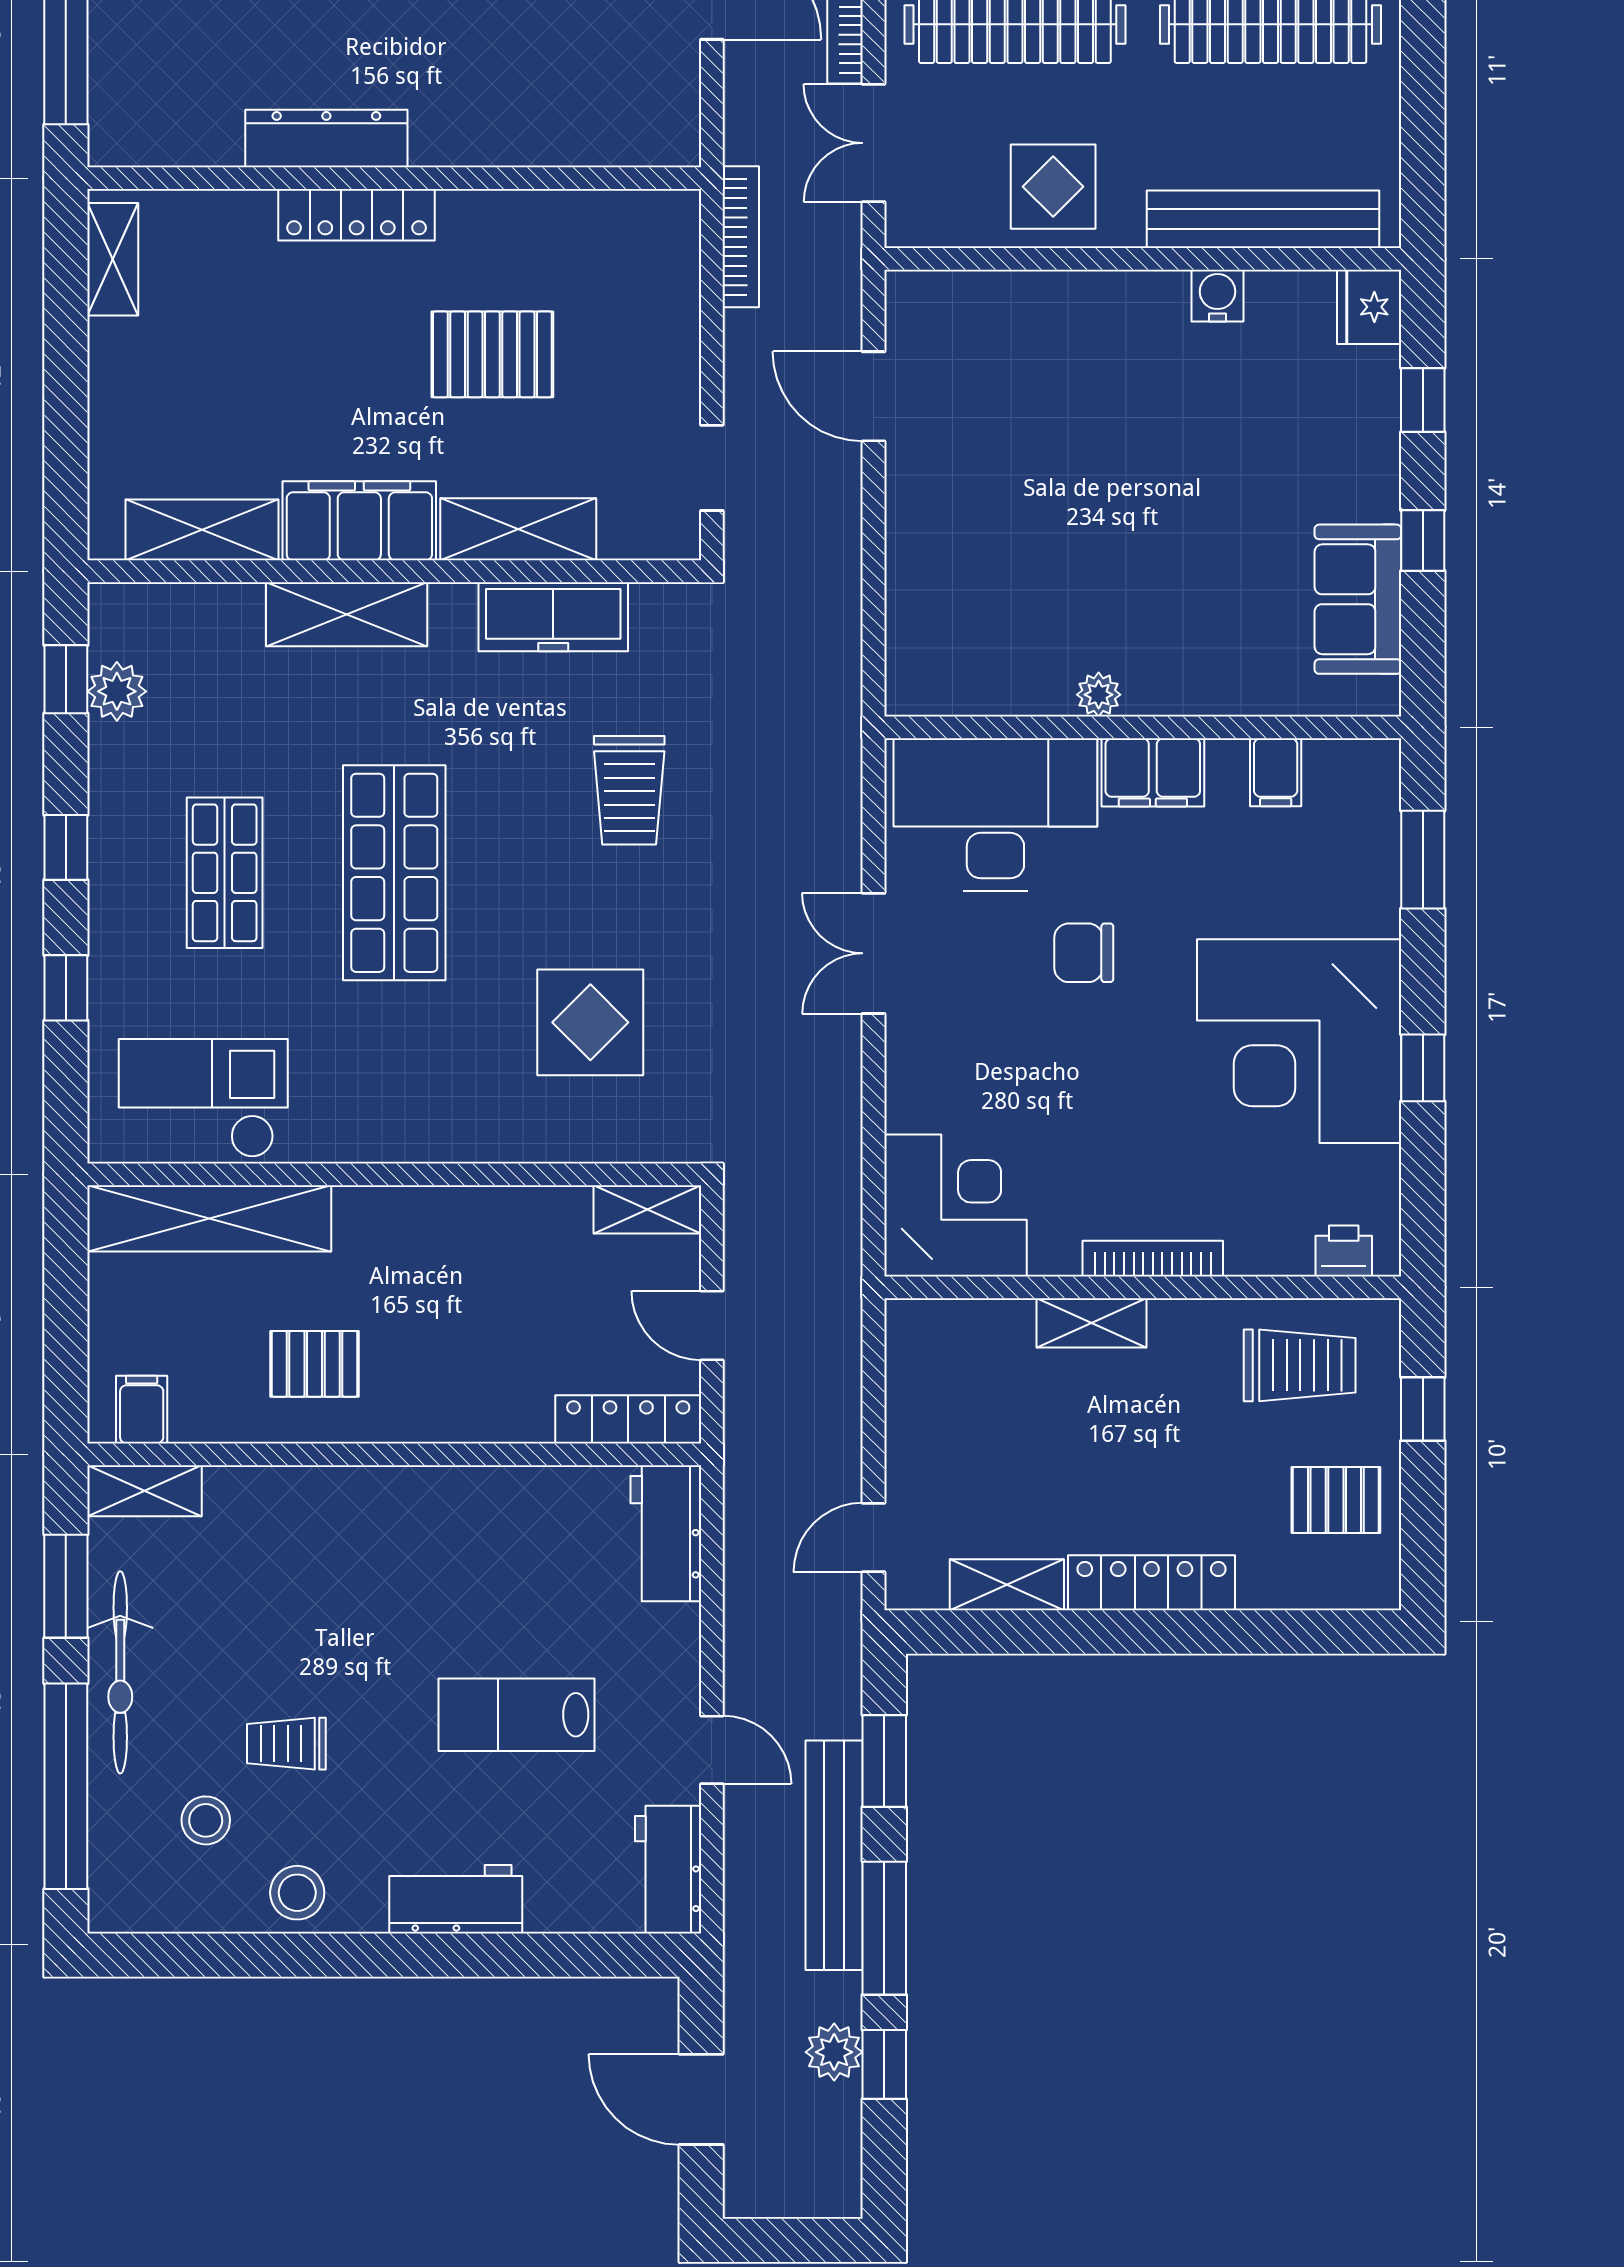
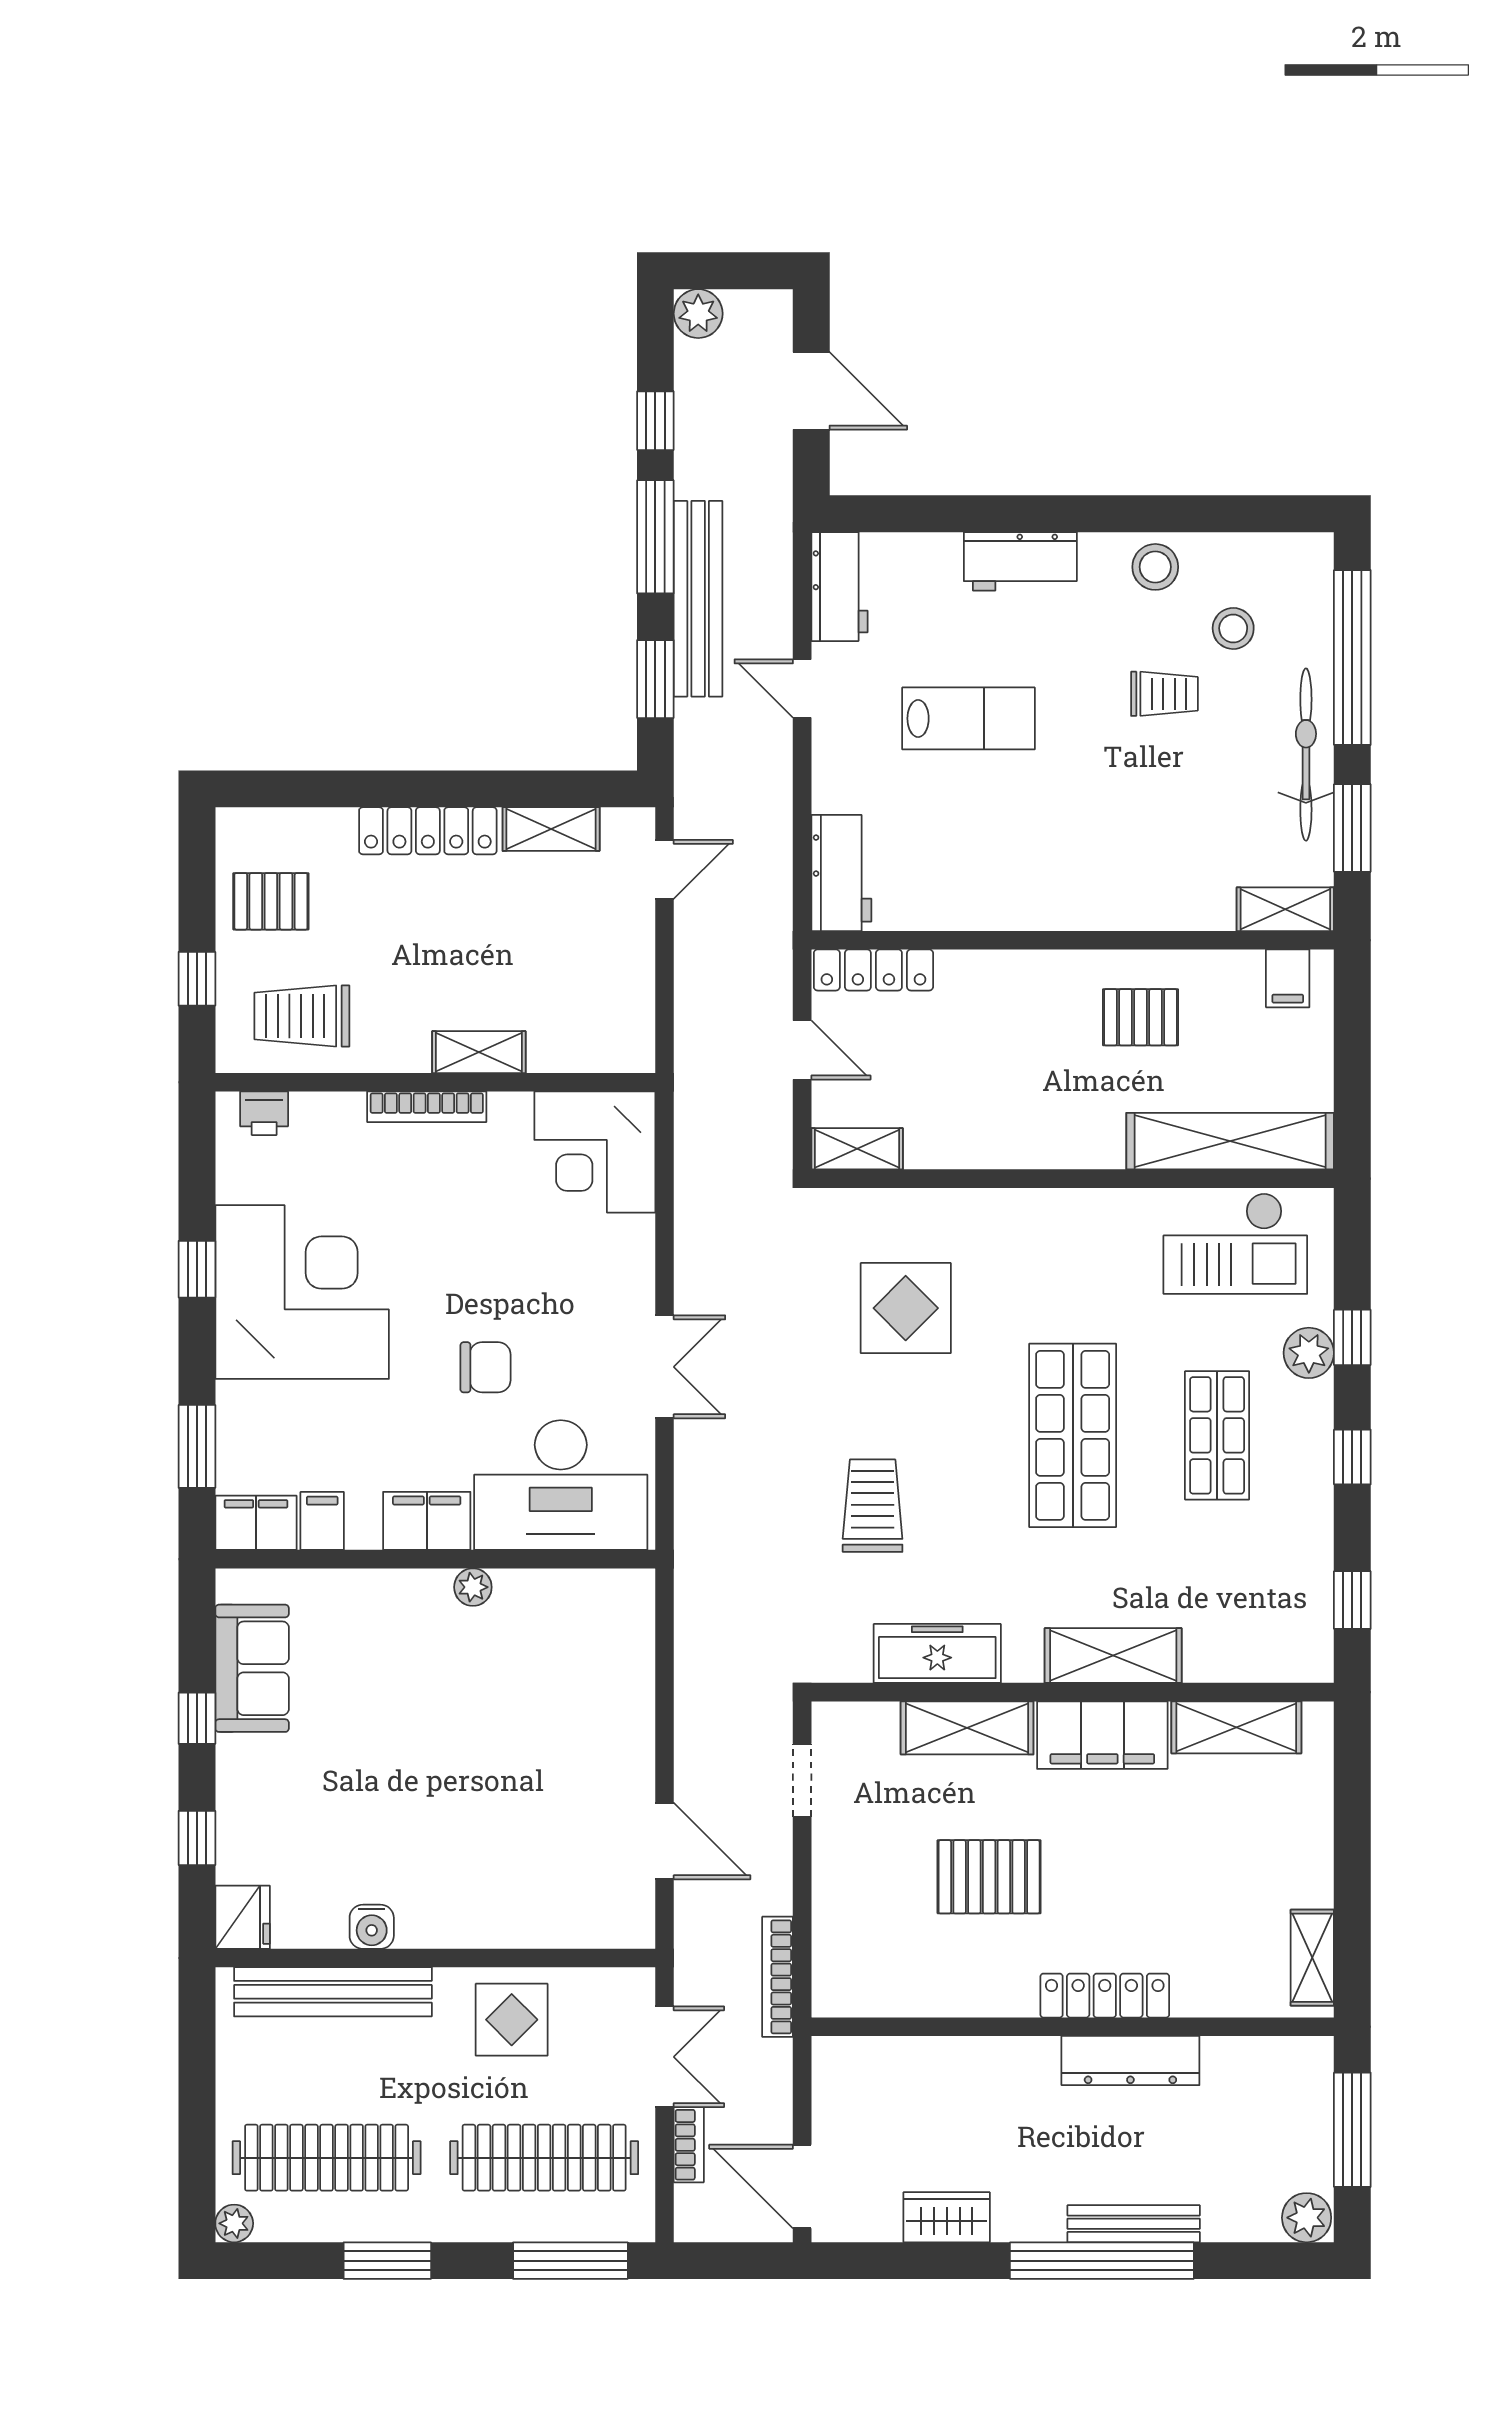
plant: (117, 691) -> (1309, 1353), moved
filing cabinet: (1353, 770) -> (256, 1523), added
plant: (834, 2052) -> (698, 314), moved

